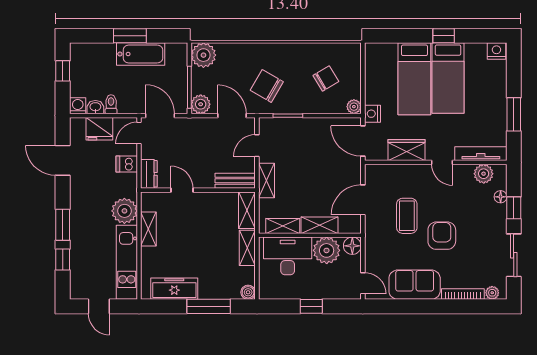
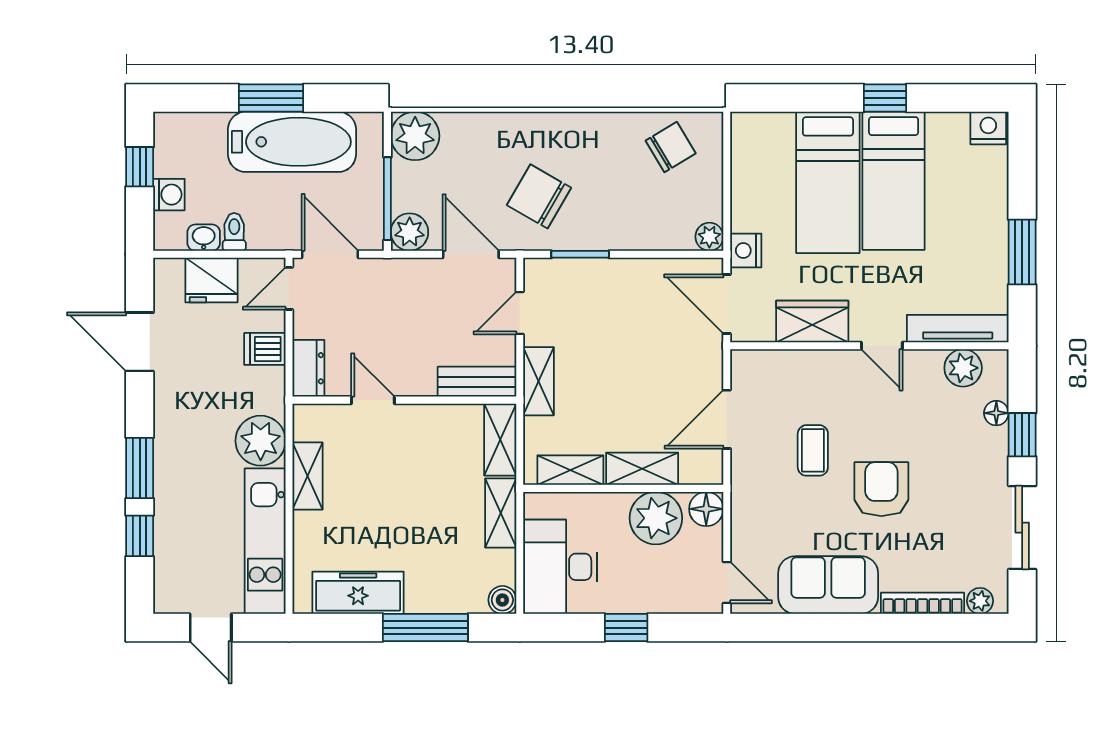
bathtub: (141, 54) -> (292, 142), width x1.36, depth x1.36
chair: (326, 79) -> (671, 147), moved
washing machine: (78, 106) -> (169, 195), moved, turned 90
coffee table: (407, 216) -> (813, 450), width x0.73, depth x0.77
desk: (288, 256) -> (560, 567), moved, turned -90

